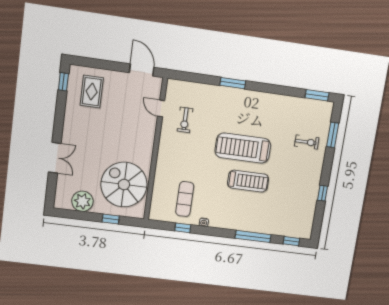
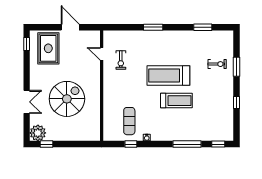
door: (142, 70) -> (70, 27), moved
rug: (92, 92) -> (48, 48), width x1.36, depth x1.43
window: (317, 95) -> (203, 27), moved
window: (333, 135) -> (237, 67), moved
spiral stairs: (124, 185) -> (67, 99), moved, turned 90
plant: (82, 201) -> (38, 133), moved
window: (111, 219) -> (47, 144), moved

